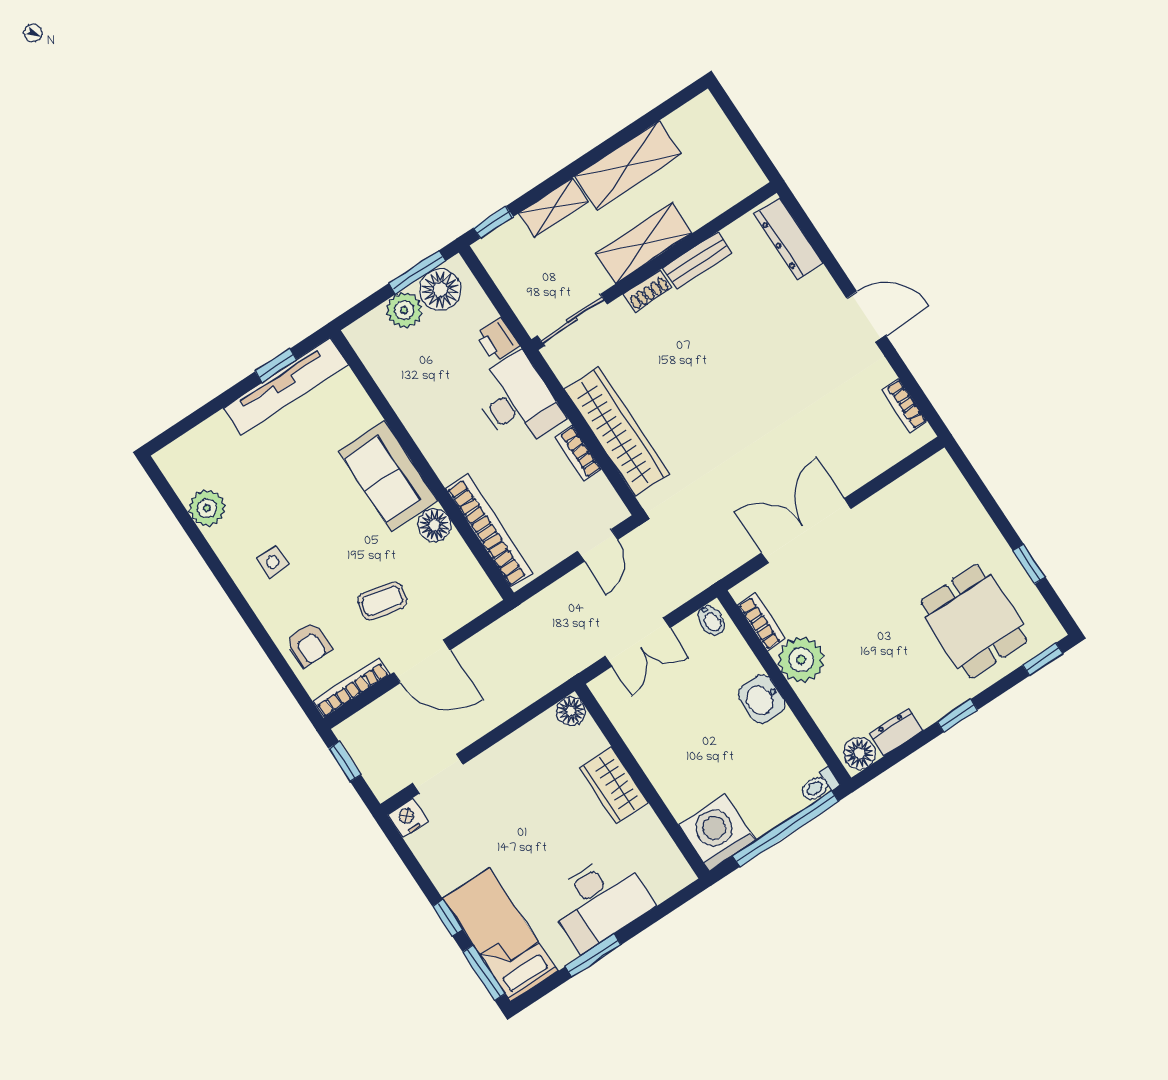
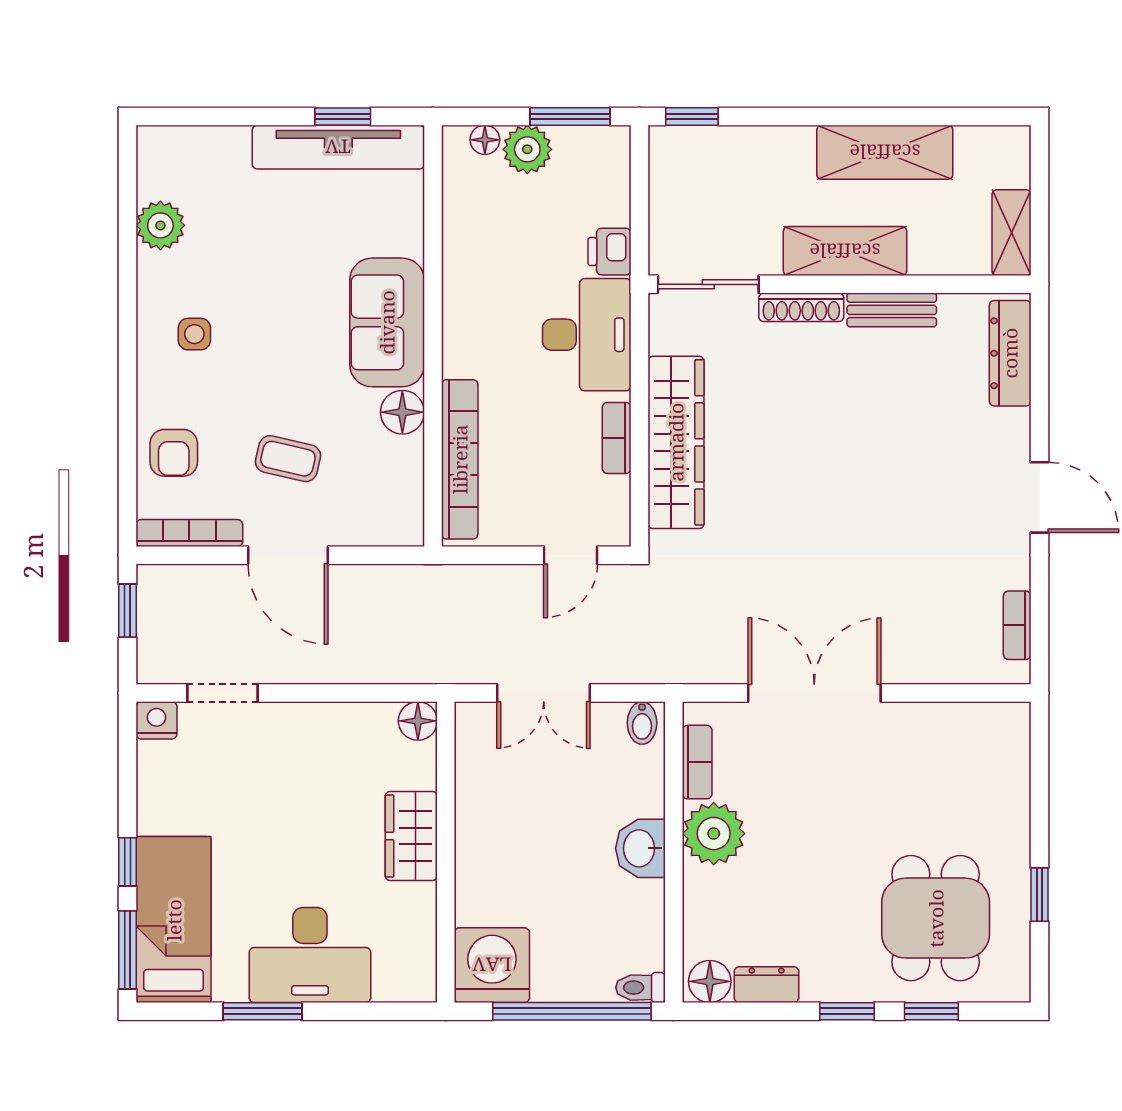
shelving: (554, 207) -> (1012, 233), moved, turned 90
floor lamp: (440, 290) -> (485, 140), moved, width x0.53, depth x0.53
shoe rack: (648, 291) -> (801, 307), width x1.43
window: (1043, 659) -> (931, 1011), moved

